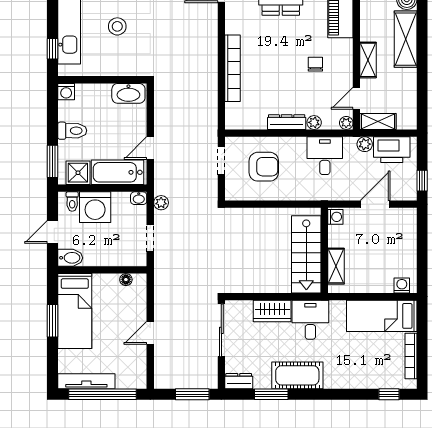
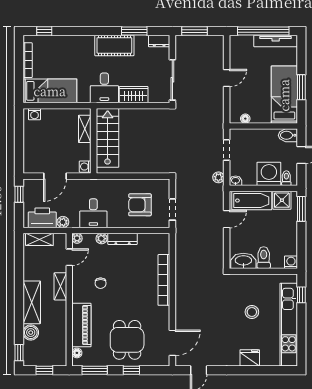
shelving: (378, 121) -> (39, 239), moved
toilet: (72, 131) -> (264, 258), moved, turned 90

